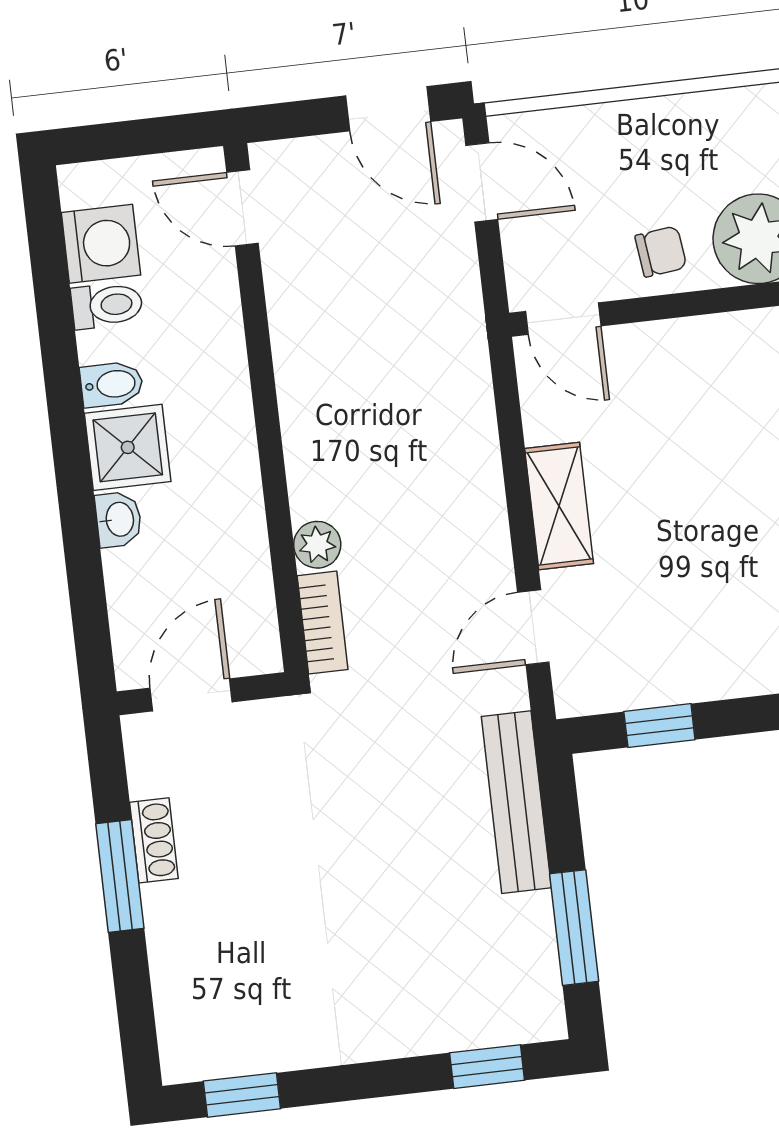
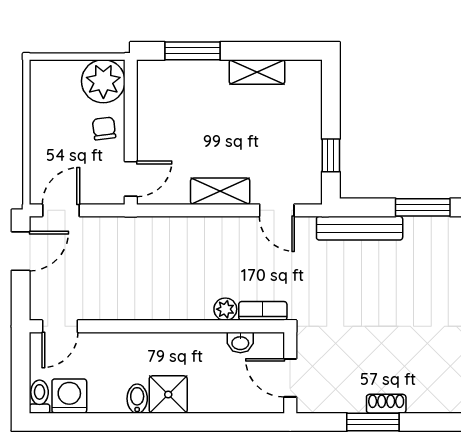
toilet: (107, 305) -> (40, 397), moved
washbasin: (119, 519) -> (240, 343), moved, turned 180
shoe rack: (154, 840) -> (386, 404), moved

